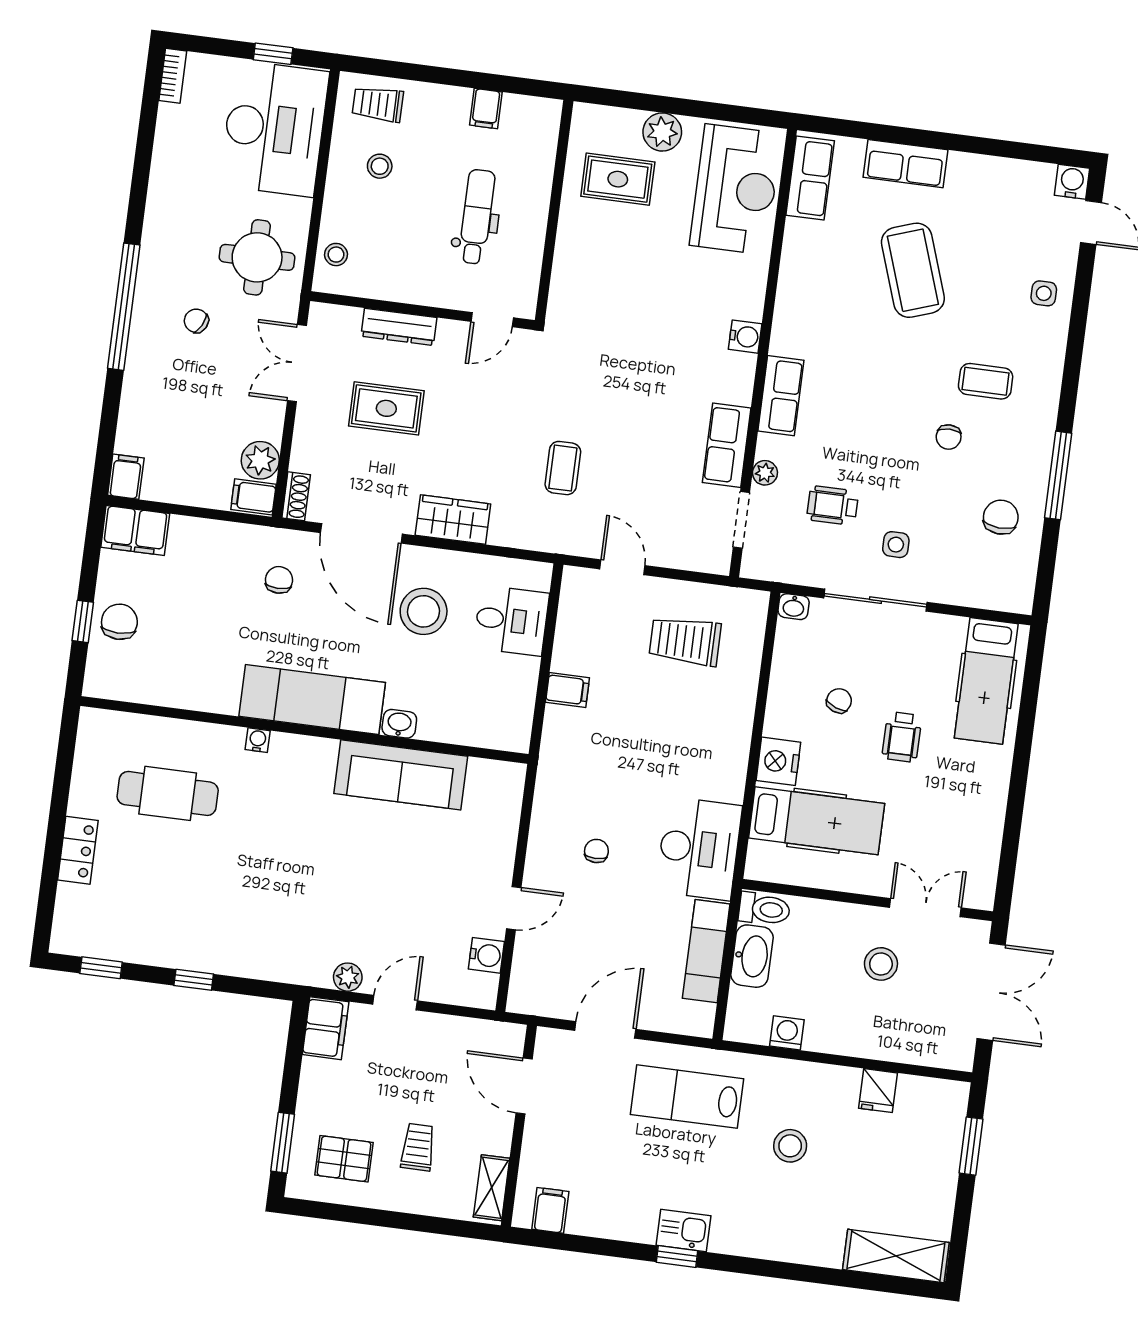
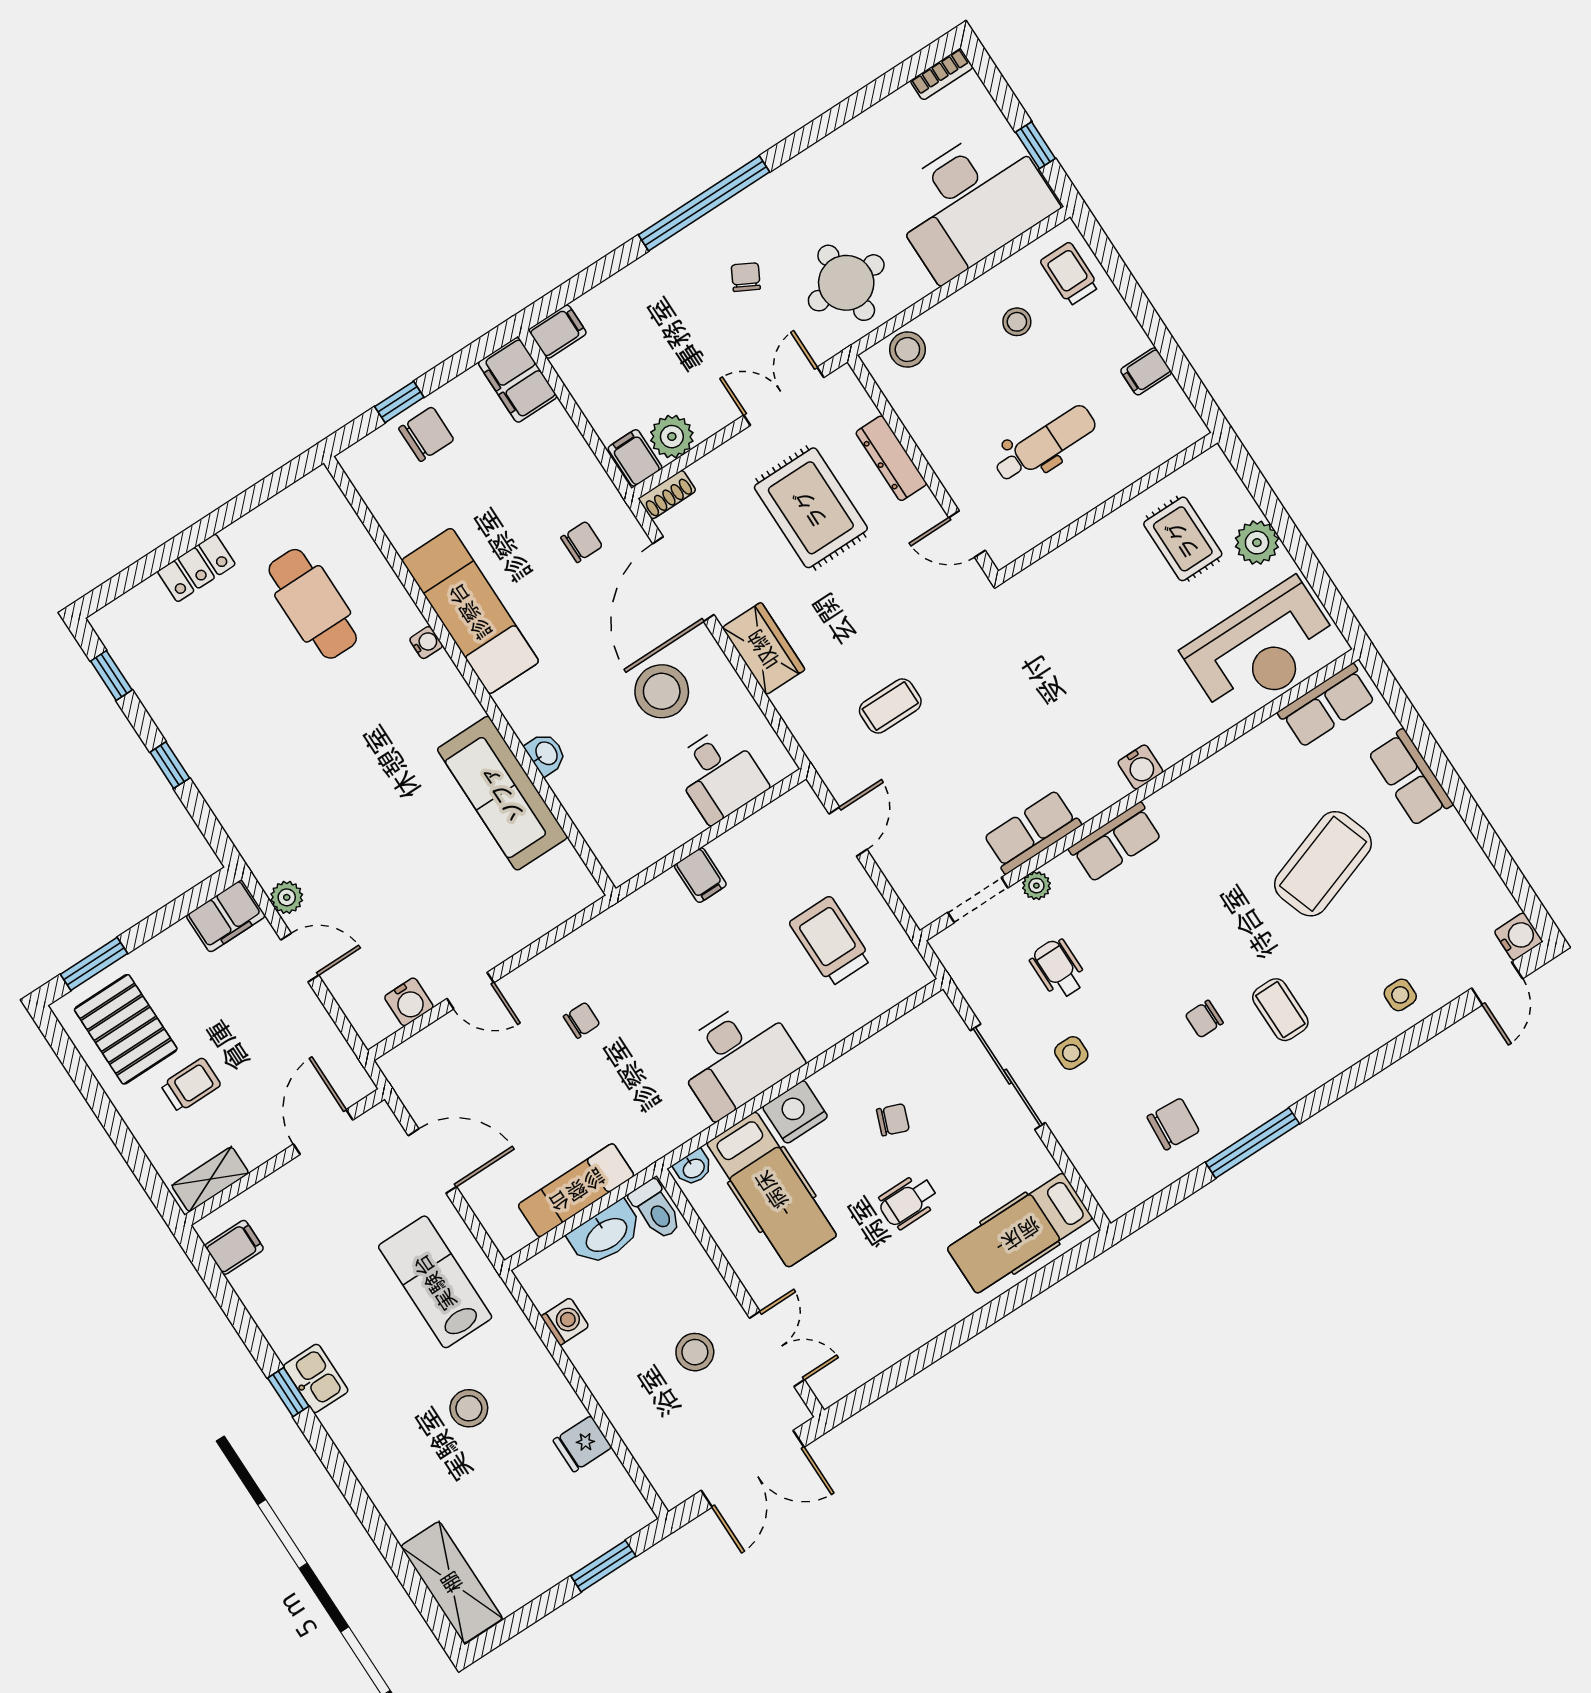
stool: (336, 255) -> (907, 350), width x1.37, depth x1.37
rug: (386, 408) -> (811, 508), width x1.36, depth x1.43
washbasin: (794, 607) -> (693, 1168), moved, turned -90
exam couch: (312, 699) -> (470, 611), moved
desk: (699, 849) -> (737, 1057), moved
pallet: (344, 1159) -> (126, 1029), width x1.50, depth x1.42

